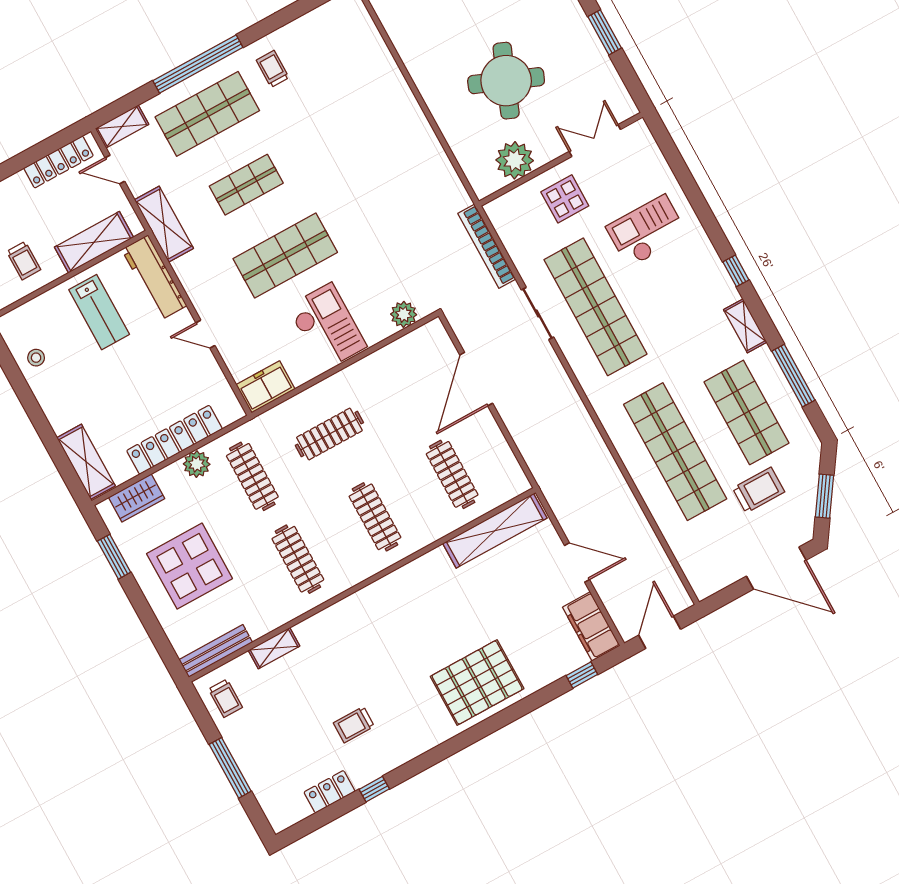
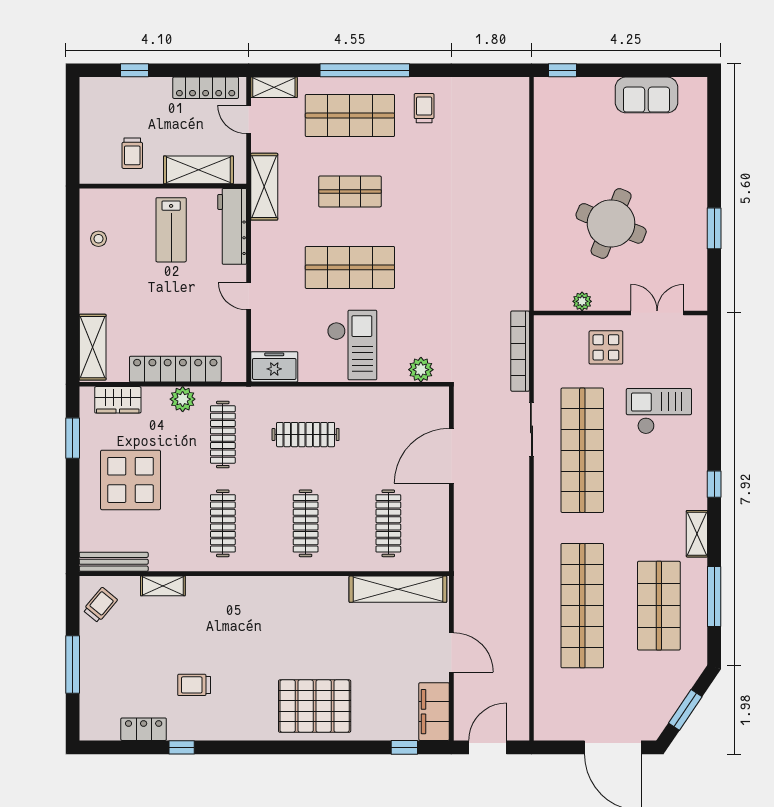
plant: (515, 160) -> (582, 301), width x0.53, depth x0.53
trolley: (759, 490) -> (634, 675), removed
trolley: (225, 698) -> (100, 605), turned -140

